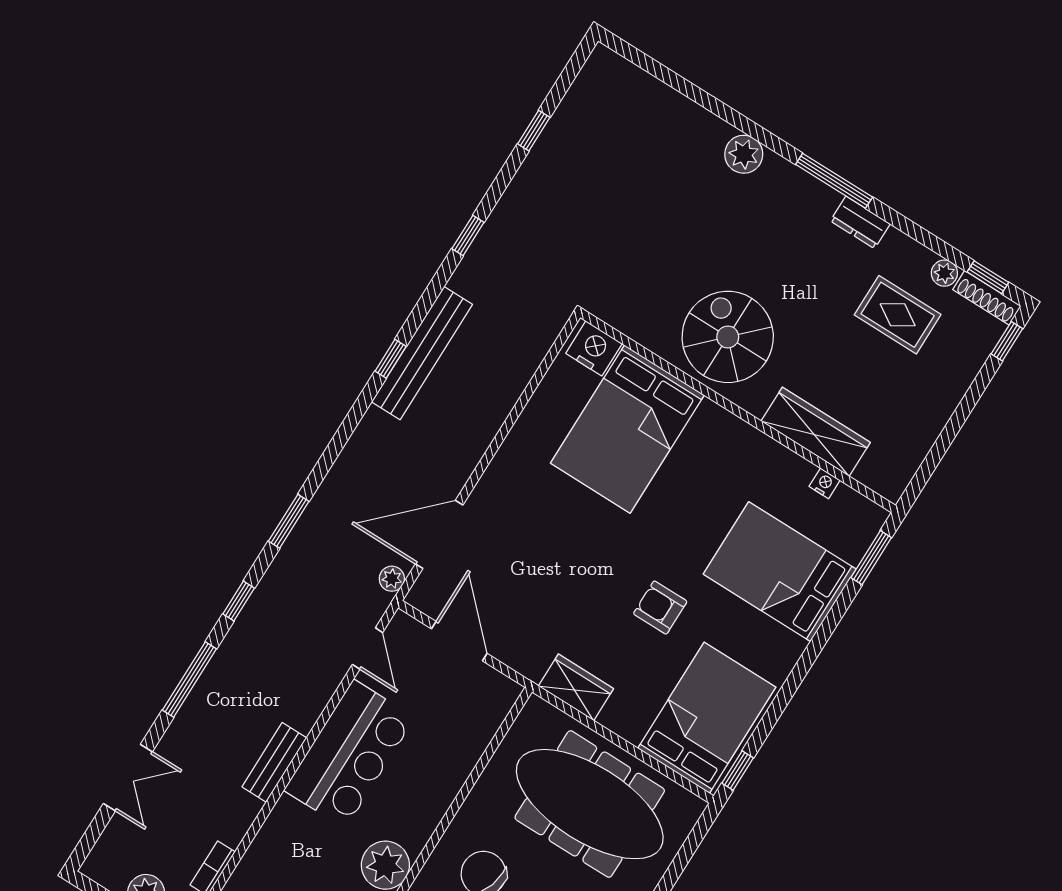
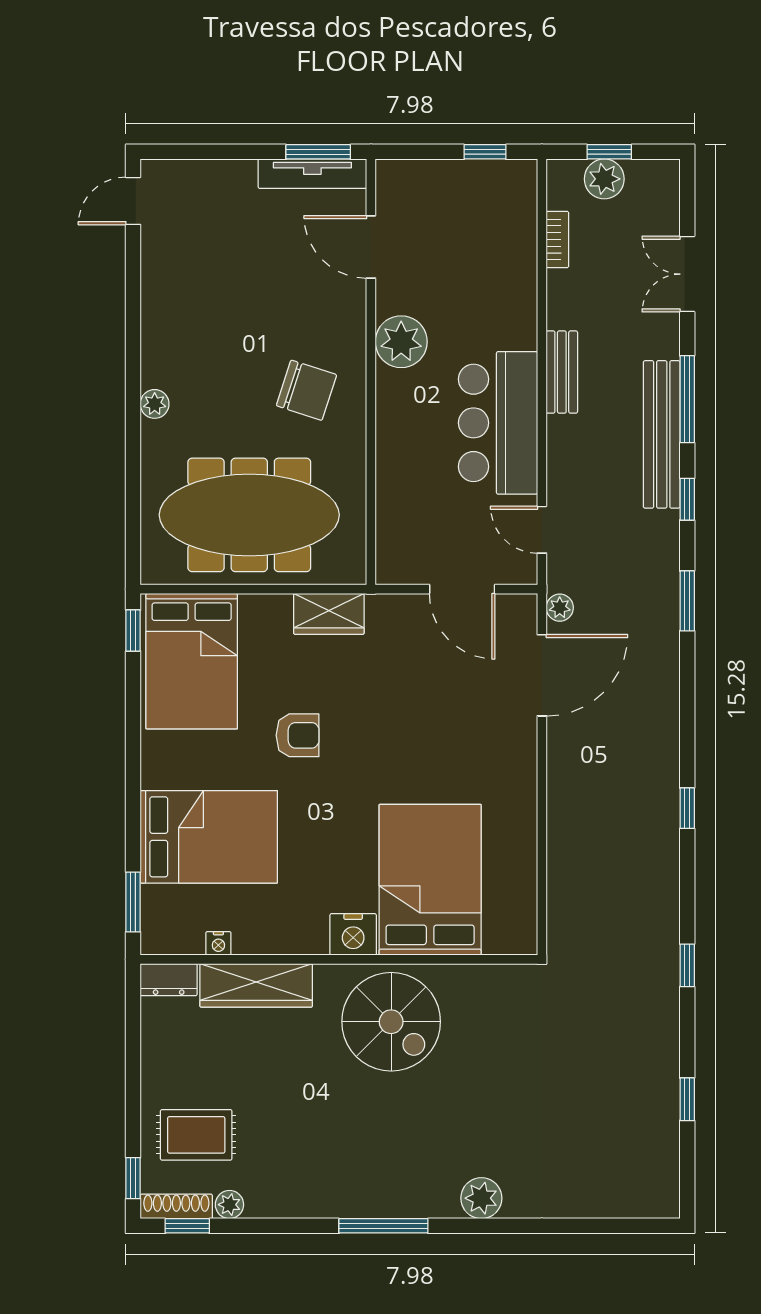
dresser: (860, 222) -> (169, 980), moved, turned 180
rug: (898, 315) -> (196, 1135), moved
nightstand: (594, 348) -> (353, 934), moved
bench: (422, 353) -> (662, 434), moved

